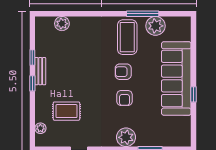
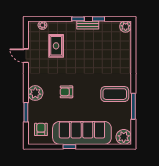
plant: (62, 24) -> (126, 27), moved
plant: (155, 26) -> (124, 137), moved
armchair: (123, 72) -> (41, 129), moved

